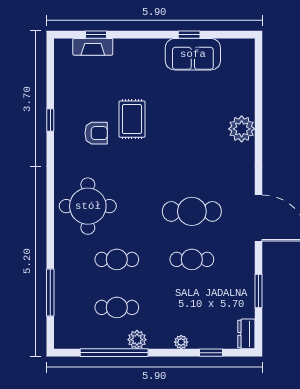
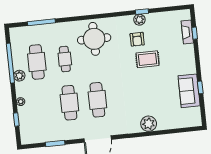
plant: (63, 126) -> (139, 20), added
cafe table: (192, 259) -> (69, 103), width x1.37, depth x1.35
cafe table: (117, 307) -> (37, 62), width x1.37, depth x1.35
dresser: (246, 334) -> (29, 139), removed

